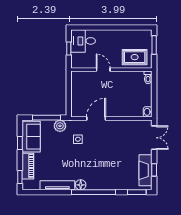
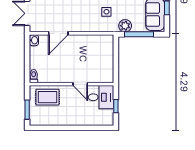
desk: (83, 41) -> (101, 97), moved
door: (96, 119) -> (58, 33), moved

